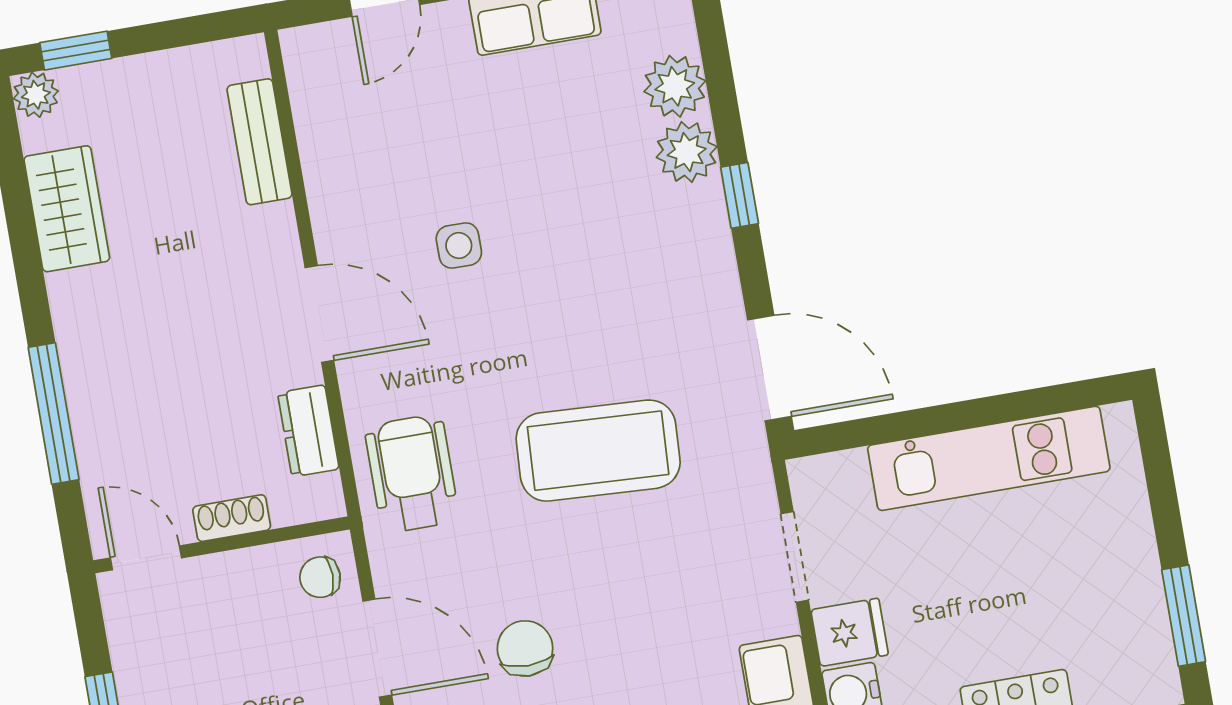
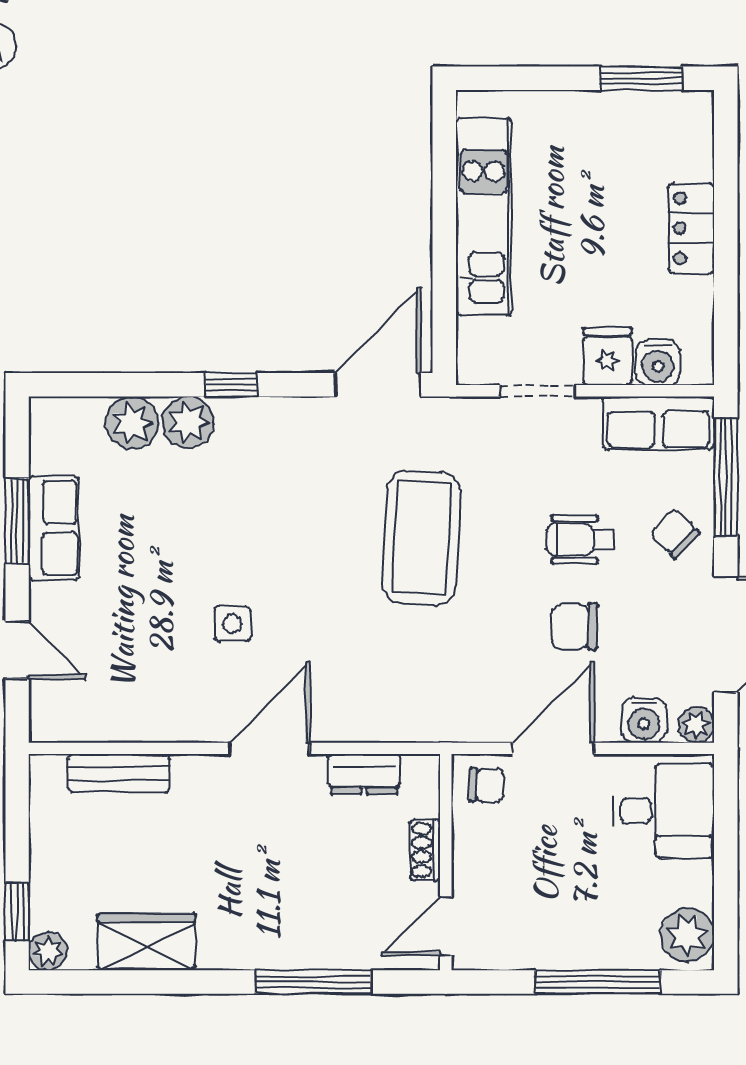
wheelchair: (412, 474) -> (580, 540), moved, width x0.73, depth x0.73
chair: (320, 577) -> (486, 785), turned -87

